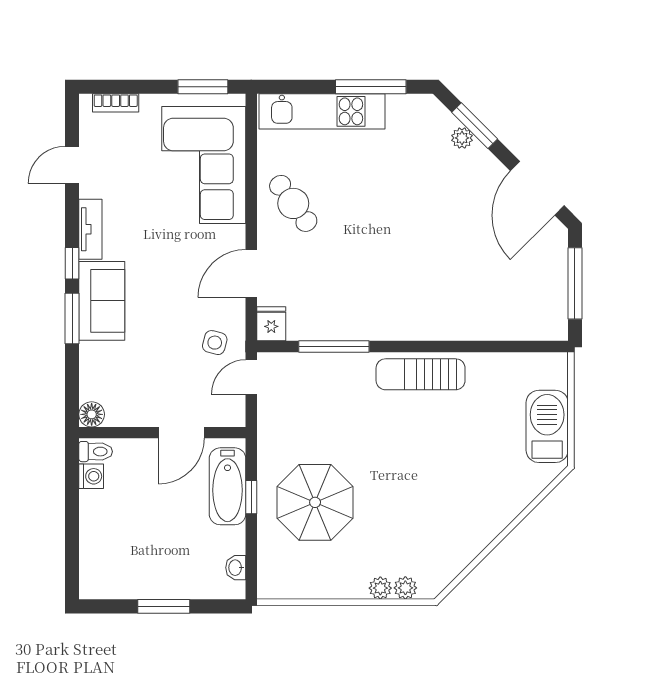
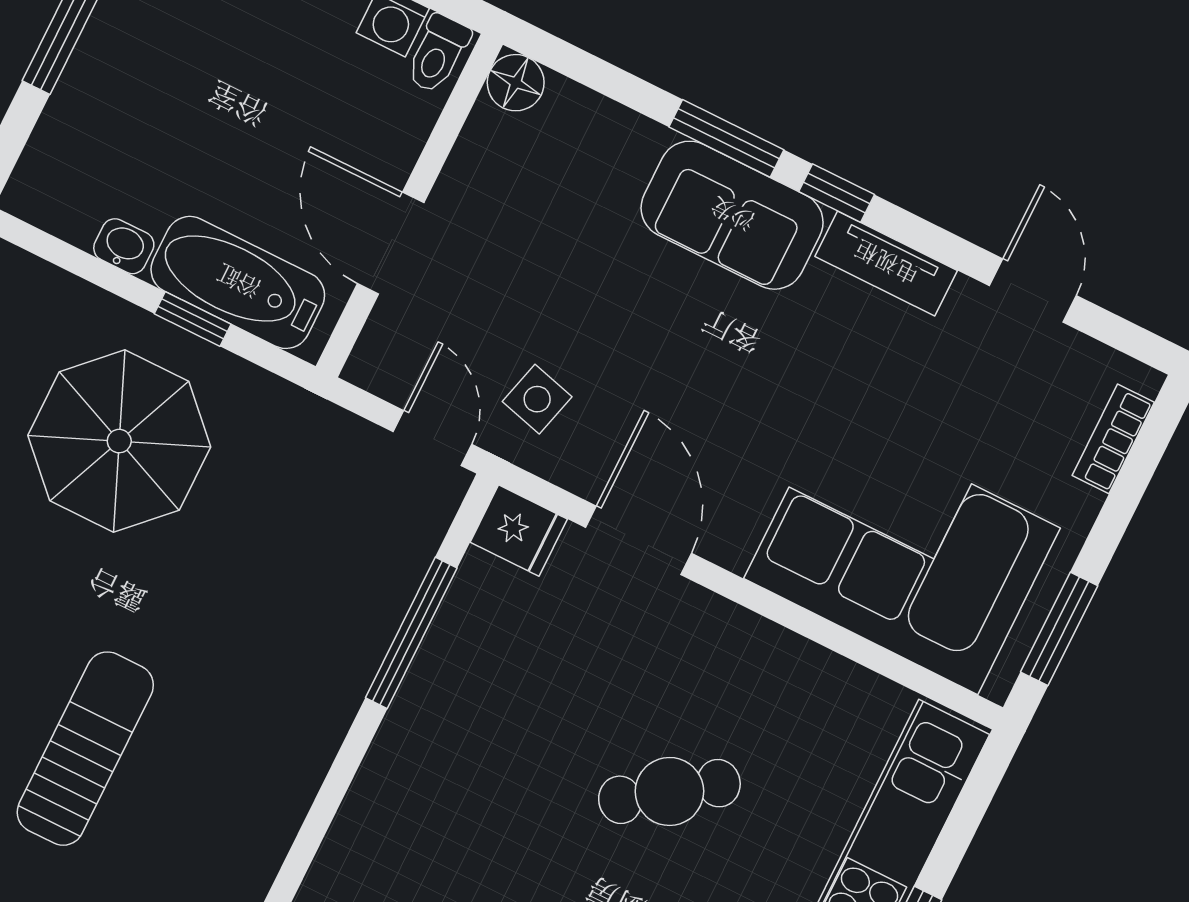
cafe table: (293, 203) -> (669, 791), moved
sun lounger: (421, 374) -> (85, 749), moved
washbasin: (236, 568) -> (124, 246), moved

